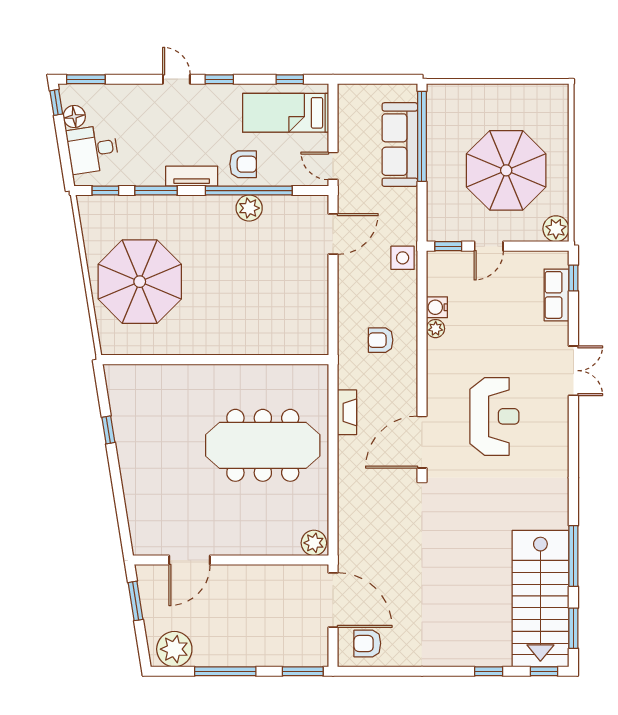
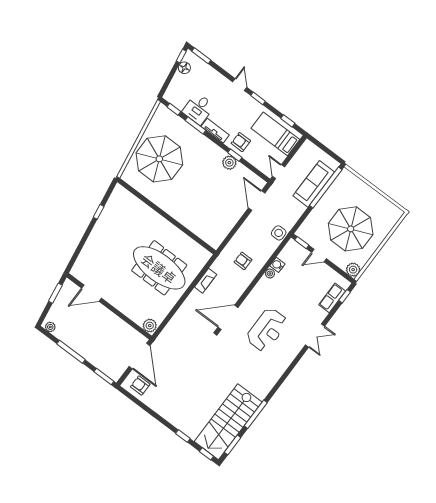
desk: (93, 149) -> (198, 109), moved, turned -81
armchair: (243, 164) -> (241, 142), turned 180
window: (249, 191) -> (235, 155), width x0.32
door: (333, 234) -> (257, 201), swing flipped
plant: (174, 649) -> (50, 327), width x0.53, depth x0.53

